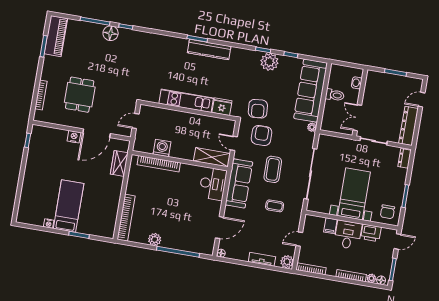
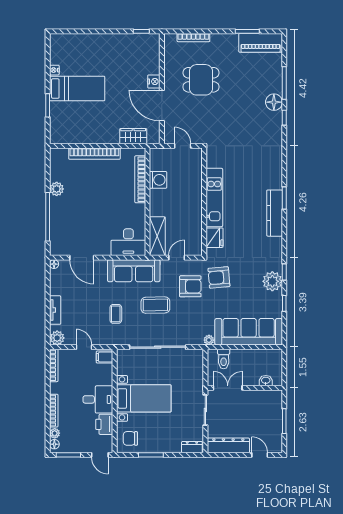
toilet: (335, 95) -> (224, 359), moved
bookcase: (126, 218) -> (94, 154), moved
filing cabinet: (330, 226) -> (104, 357), moved

